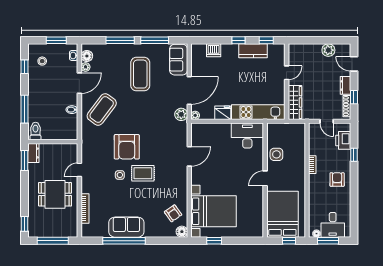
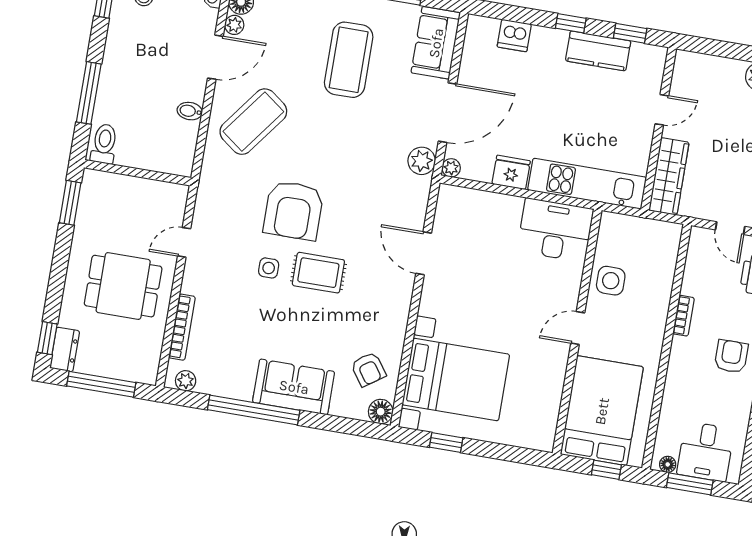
dresser: (33, 153) -> (65, 349), moved
door: (189, 156) -> (424, 253), swing flipped
sofa: (126, 227) -> (294, 387), moved
plant: (91, 233) -> (186, 381), added

